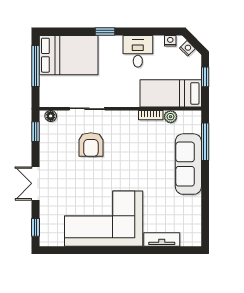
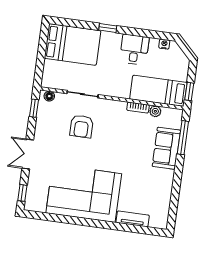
nightstand: (187, 48) -> (179, 53), removed
window: (35, 66) -> (42, 50), removed
window: (205, 77) -> (189, 91), moved
sofa: (188, 164) -> (166, 148), width x0.73

